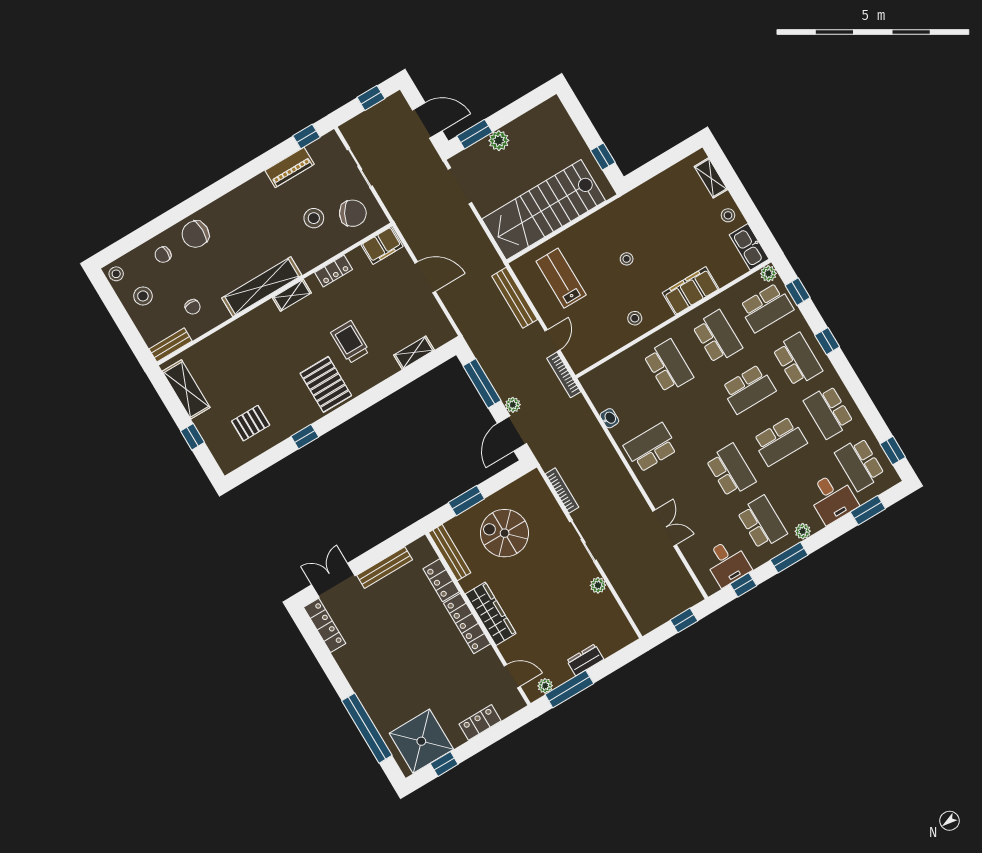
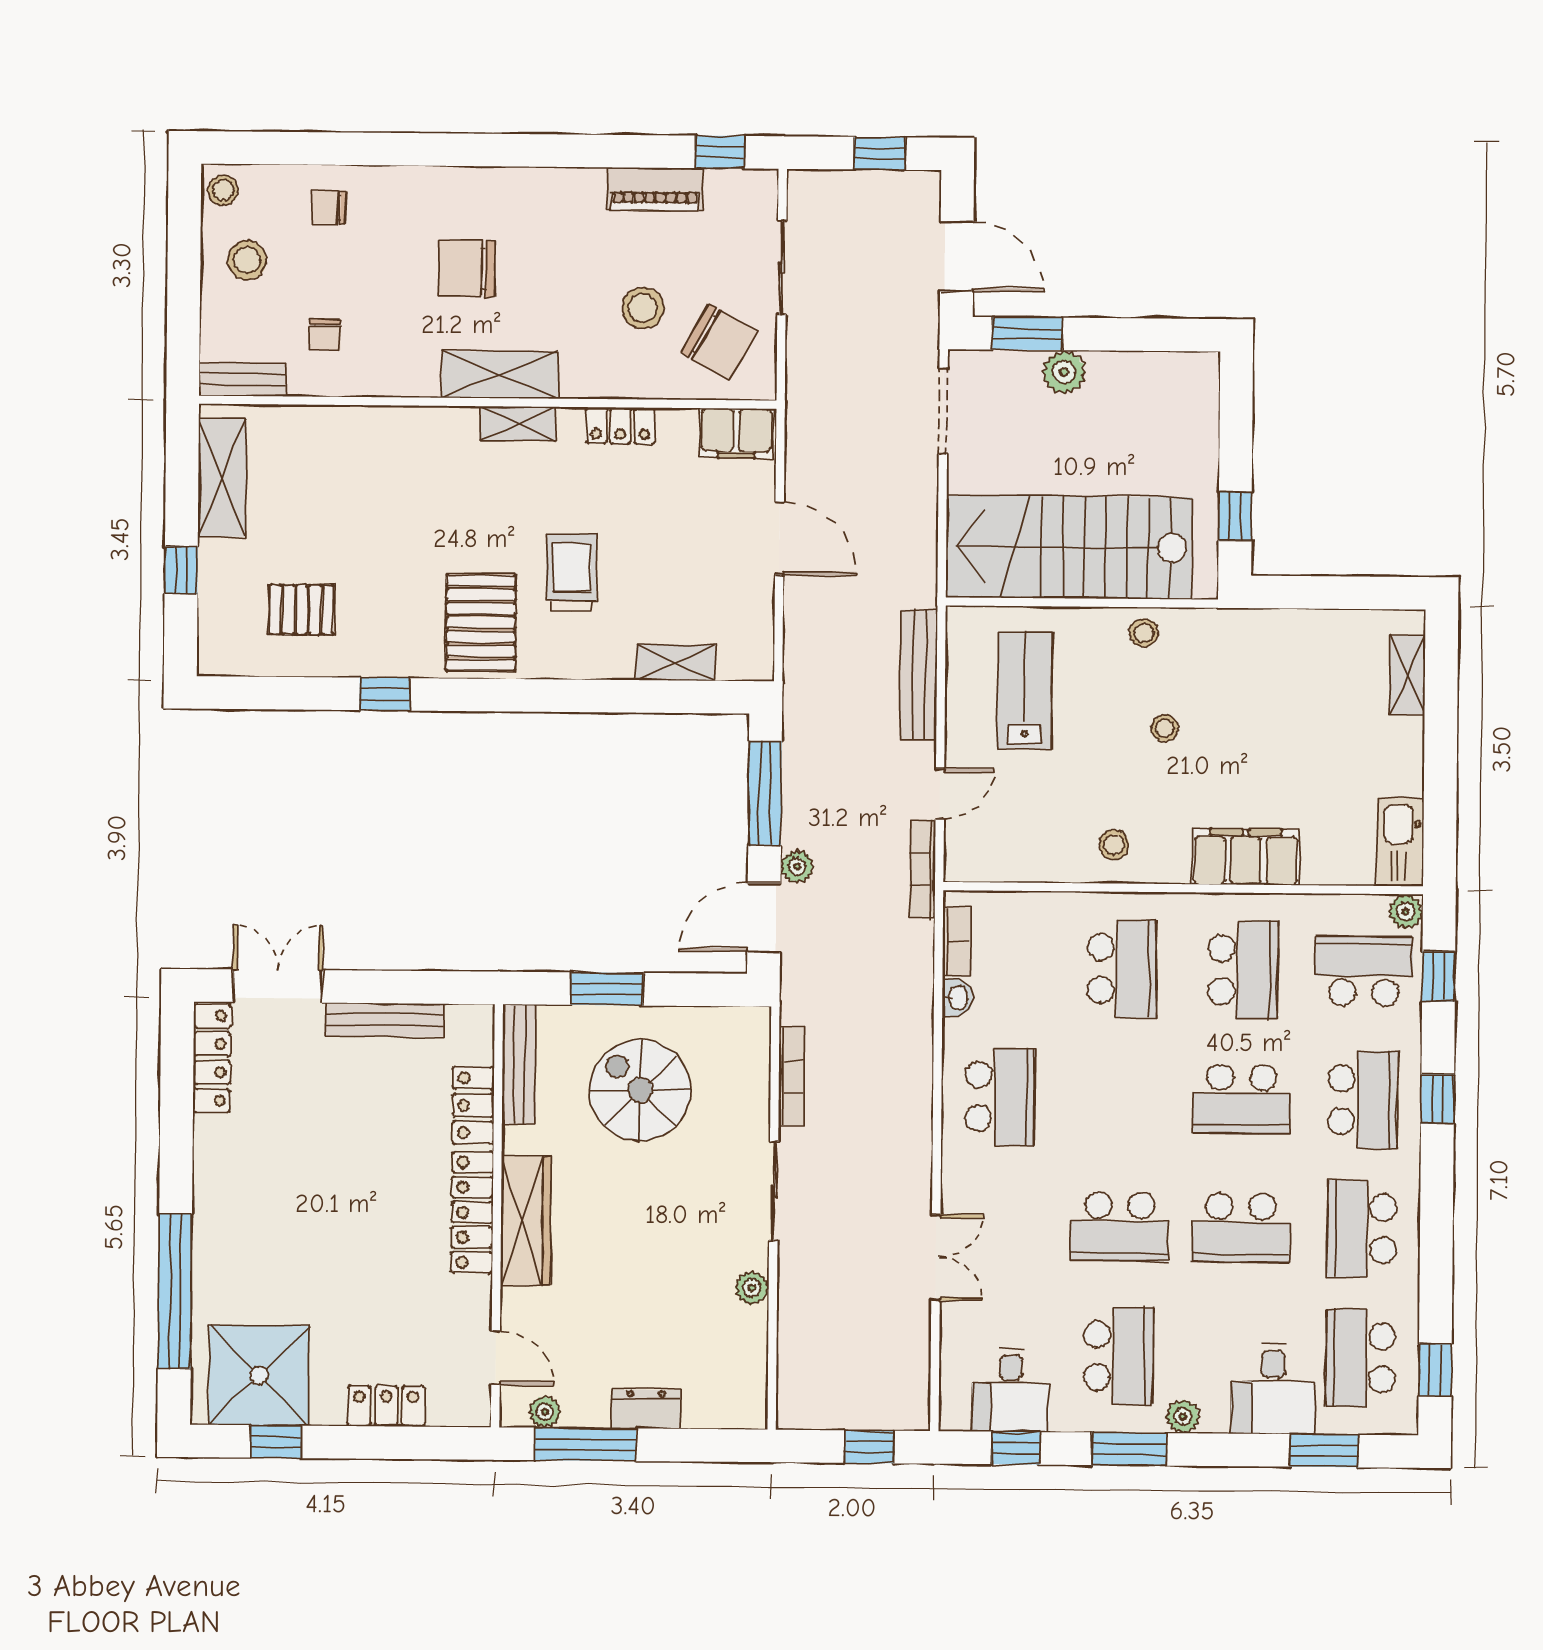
stool: (728, 215) -> (1144, 633), moved
chair: (195, 234) -> (467, 269), moved
shelving: (262, 287) -> (500, 375), width x0.68
school desk: (766, 308) -> (1364, 971), turned 180
bookcase: (595, 396) -> (956, 941), added
school desk: (651, 448) -> (1000, 1097), turned 90
school desk: (731, 470) -> (1120, 1227), turned 90

